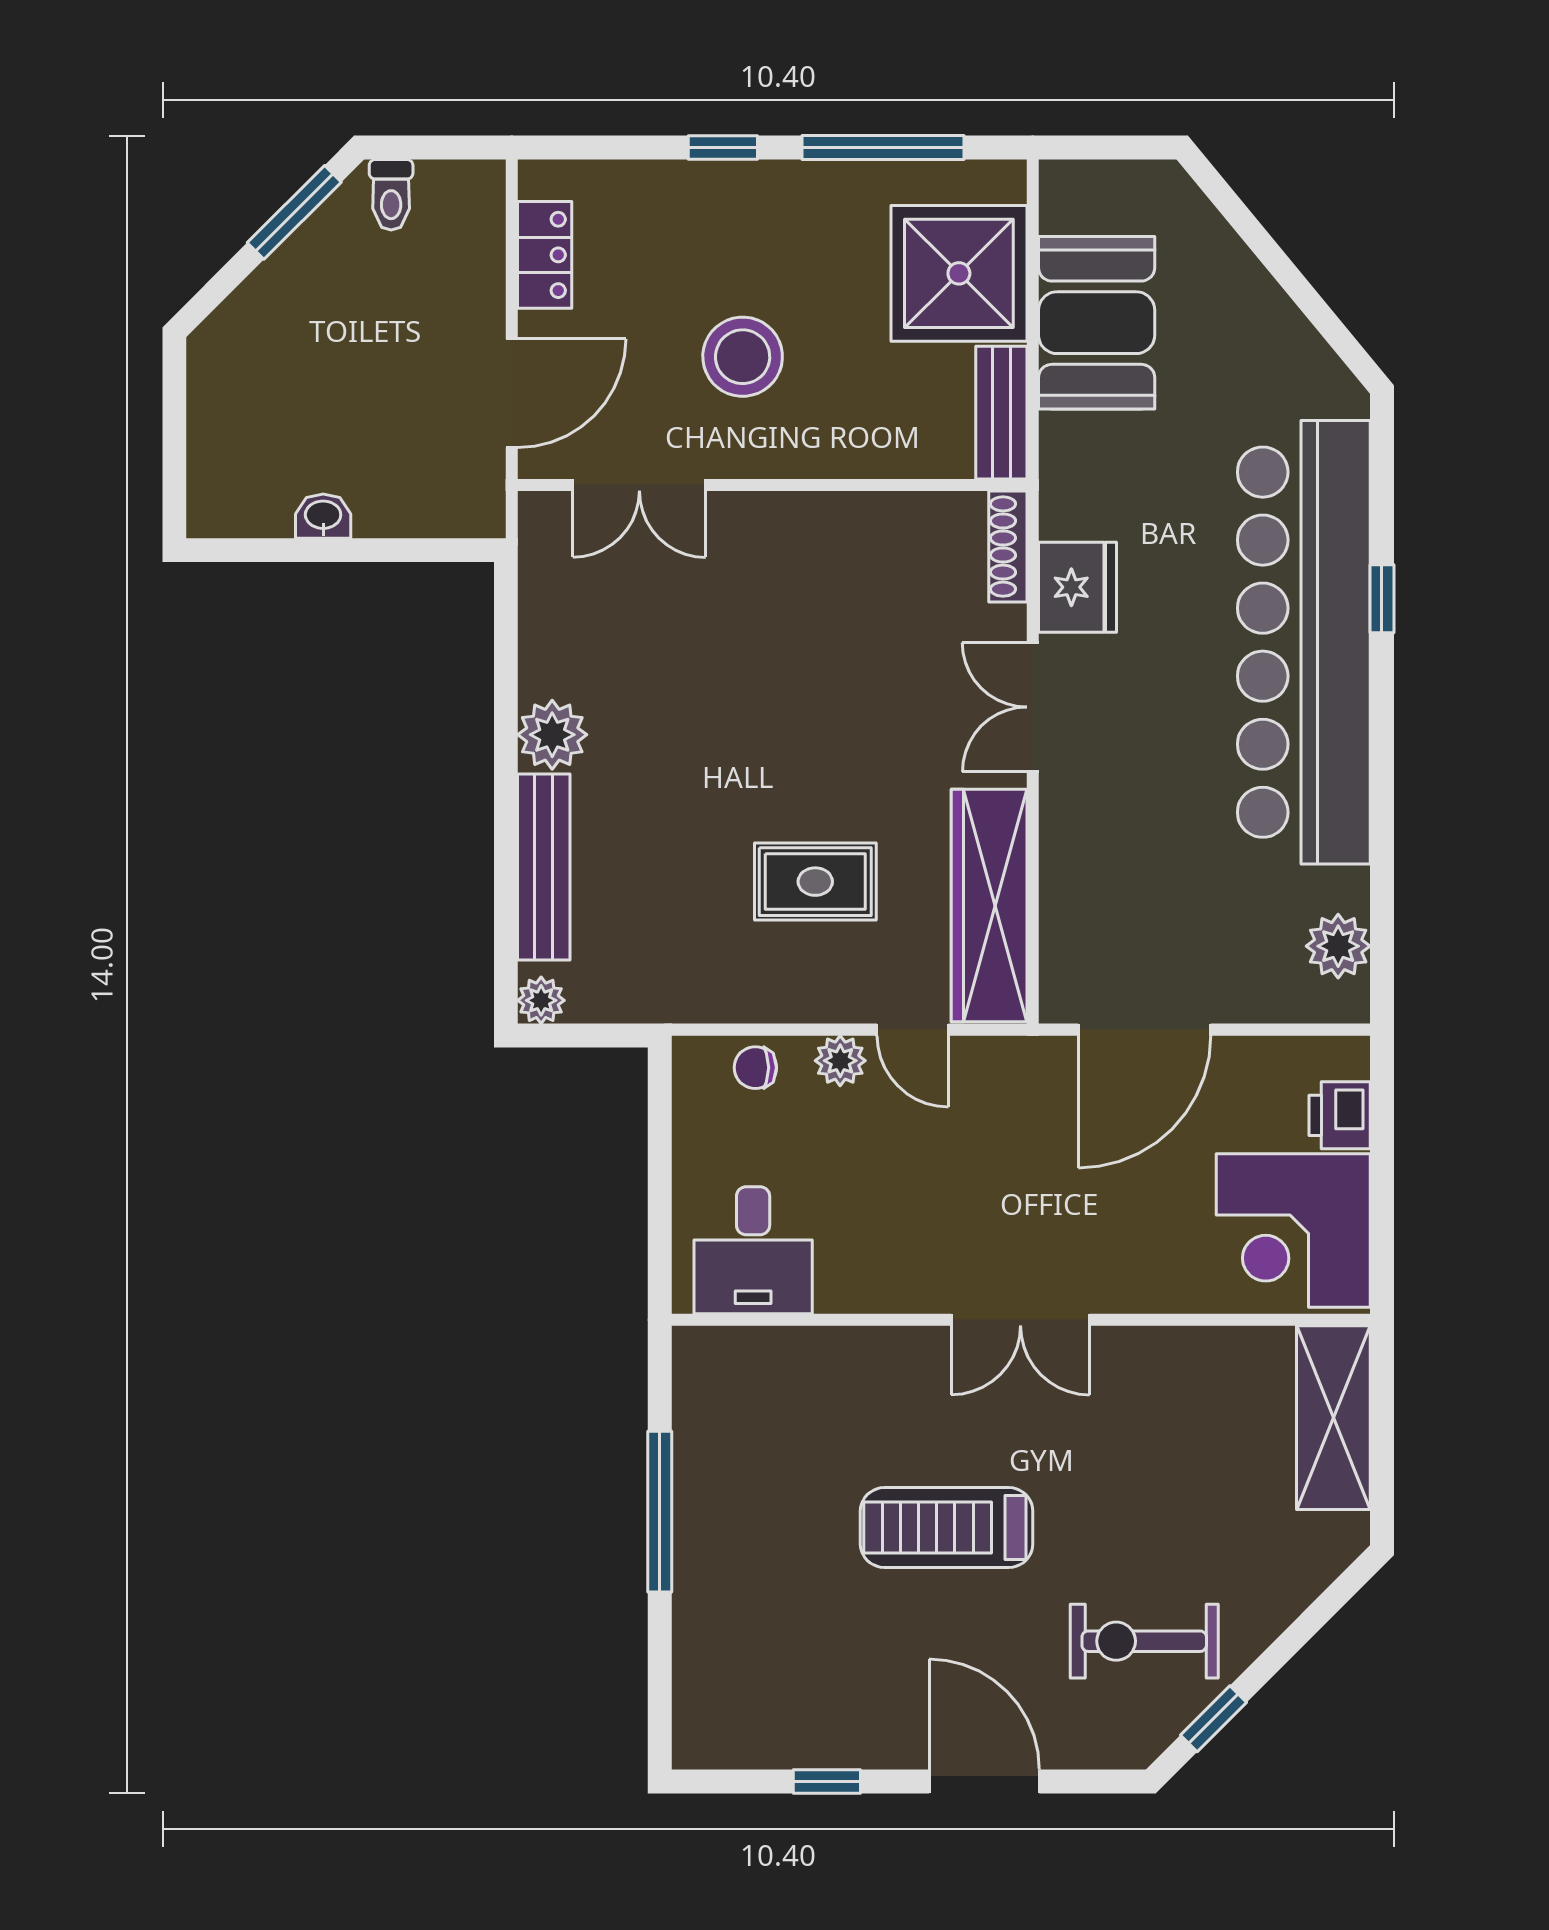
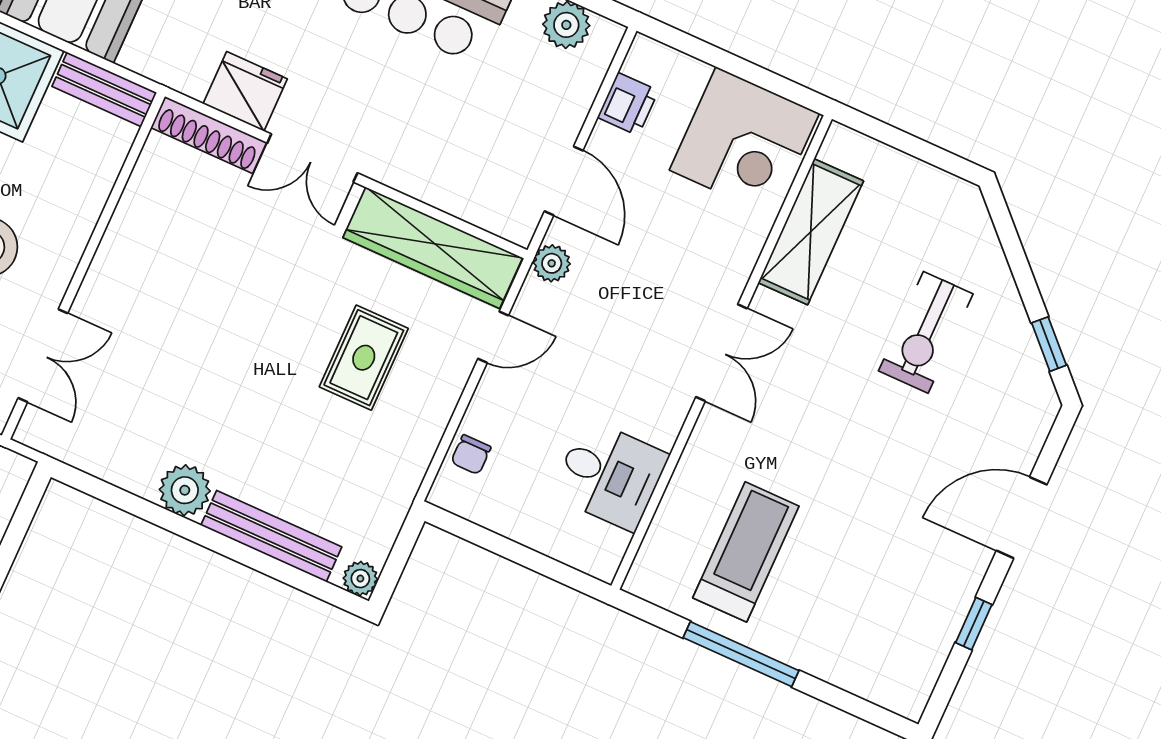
shoe rack: (1008, 547) -> (209, 135), width x1.36, depth x1.24
door: (1144, 1030) -> (564, 181), width x0.73
plant: (840, 1061) -> (552, 263), moved
printer: (1340, 1115) -> (628, 104), moved, turned -90
desk: (753, 1250) -> (610, 475), moved
shelving: (1333, 1418) -> (811, 232), moved, turned 90
treadmill: (947, 1528) -> (746, 552), moved, turned 180
exercise bike: (1144, 1641) -> (926, 332), moved

